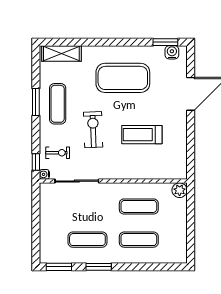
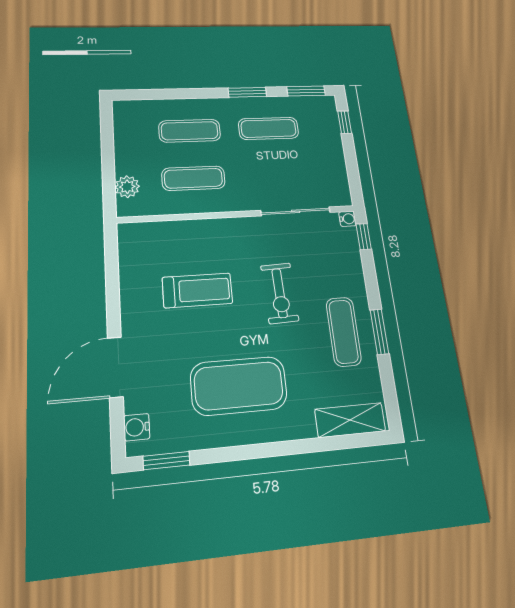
water cooler: (172, 52) -> (137, 427), moved, turned 90
exercise bike: (58, 153) -> (332, 253), removed
plant: (180, 190) -> (127, 187), moved
window: (36, 243) -> (345, 122), added

